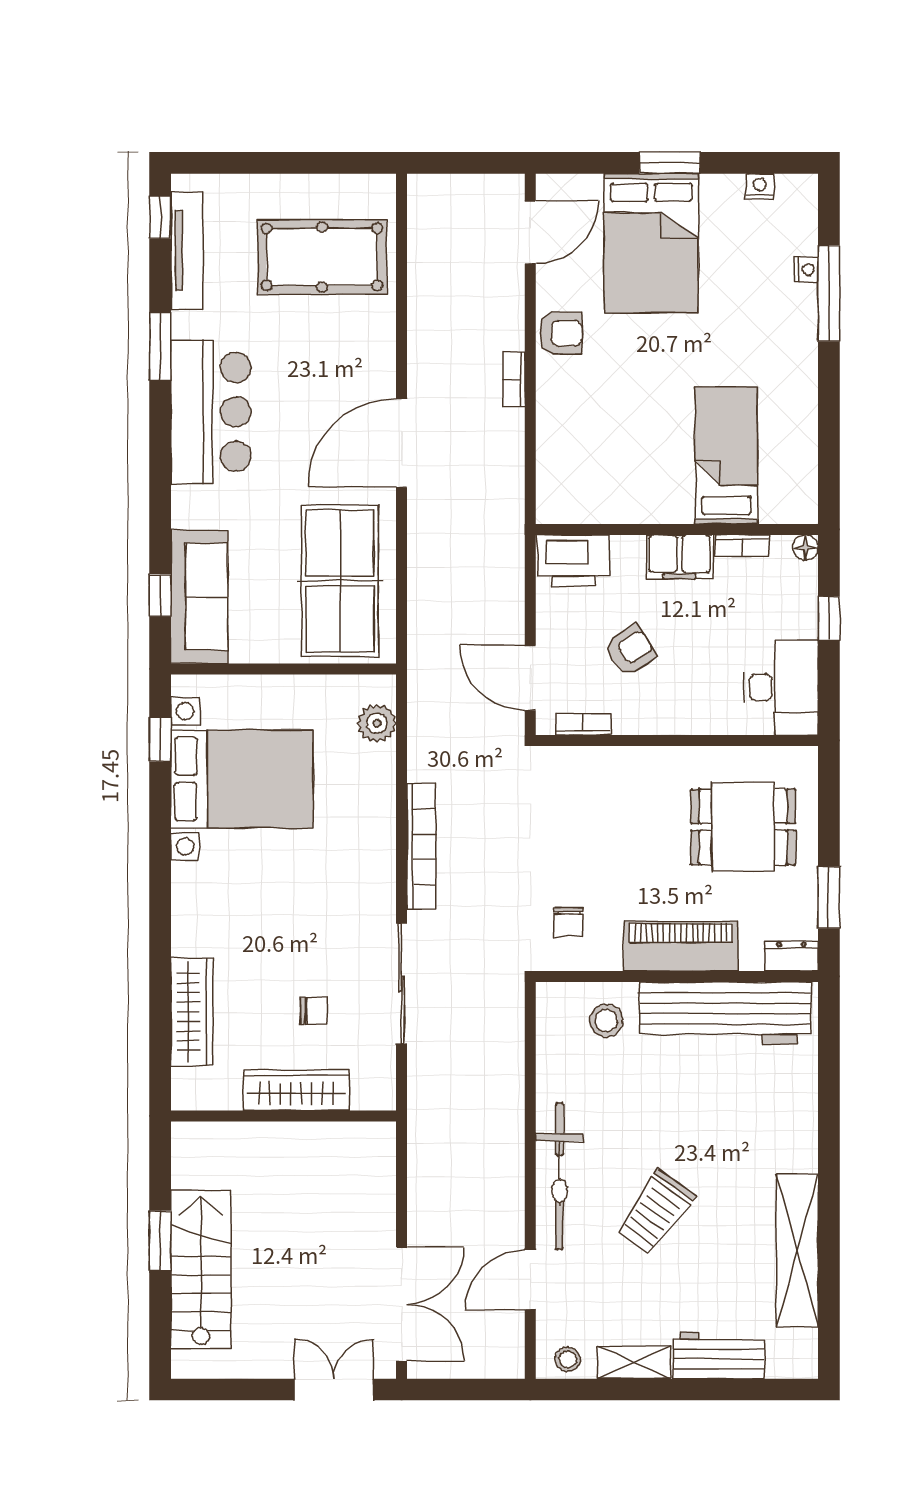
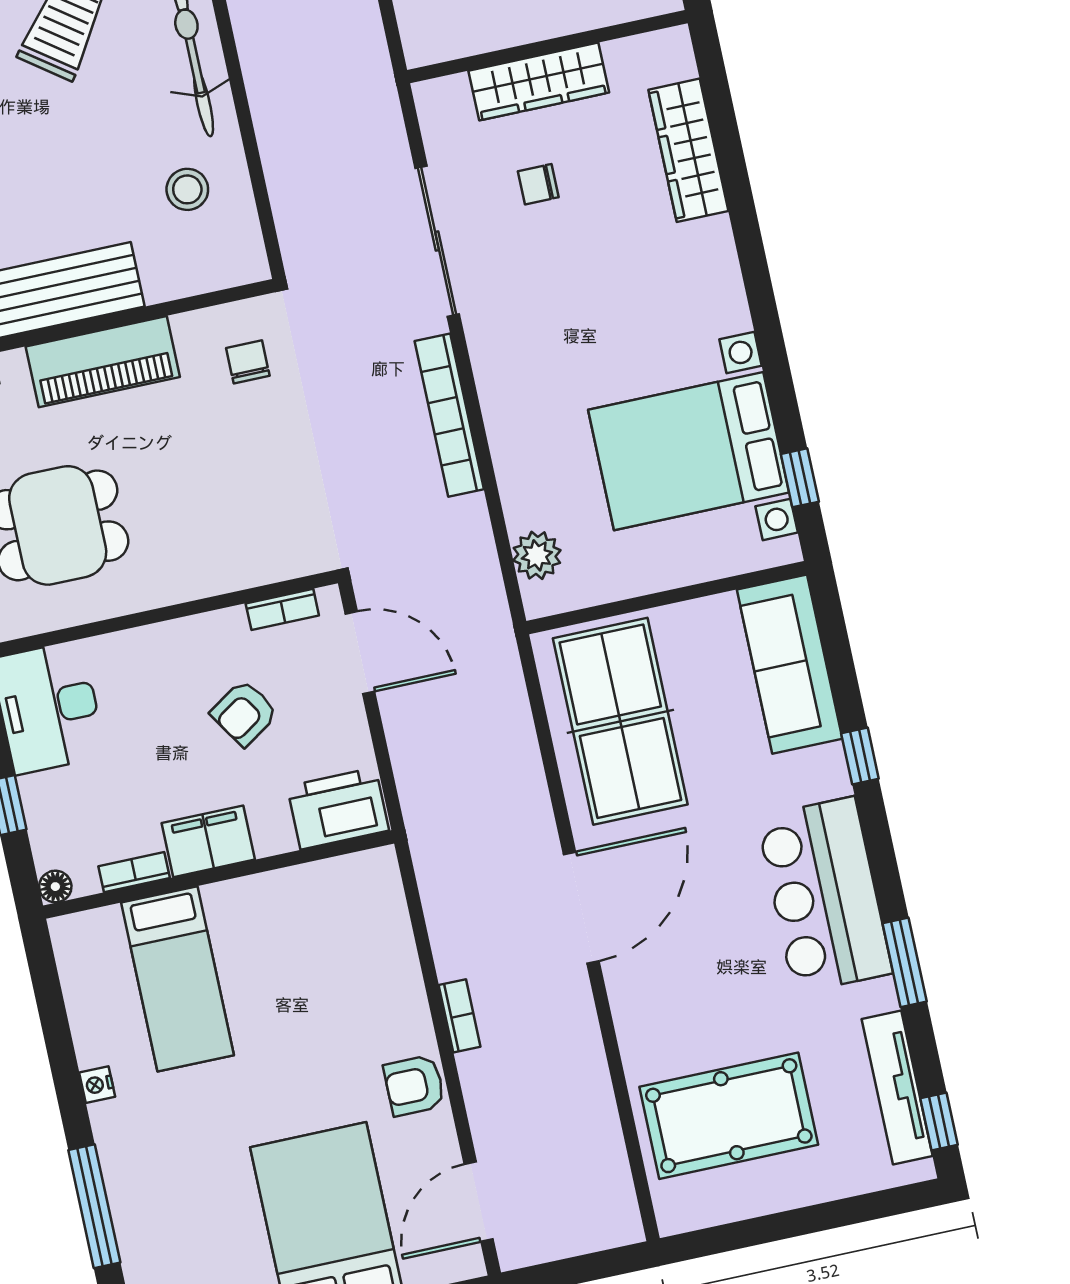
nightstand: (806, 270) -> (97, 1085), moved
window: (160, 595) -> (860, 756), moved
stool: (606, 1021) -> (187, 189), moved

